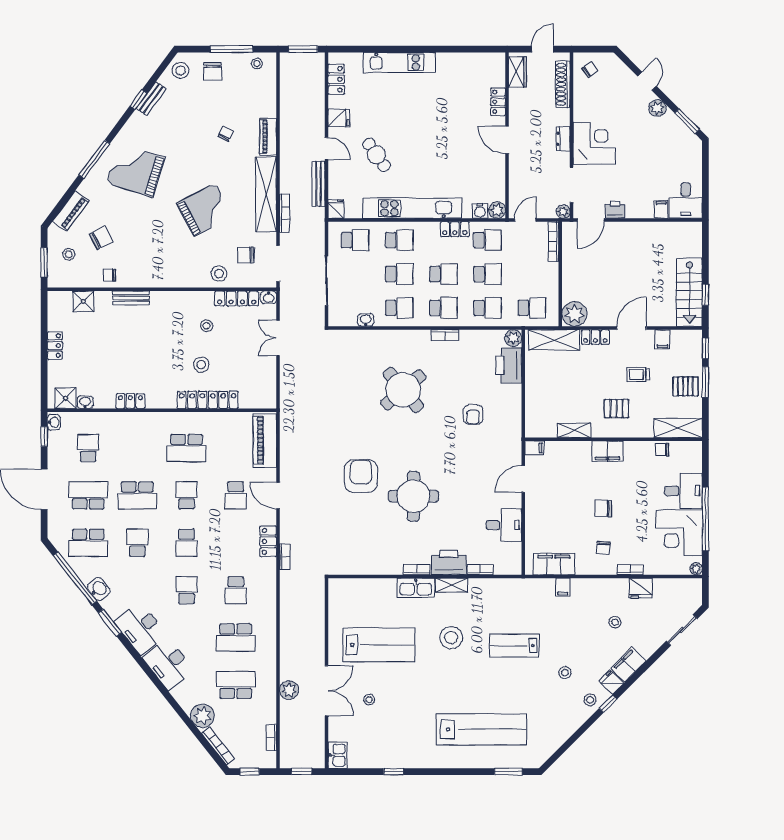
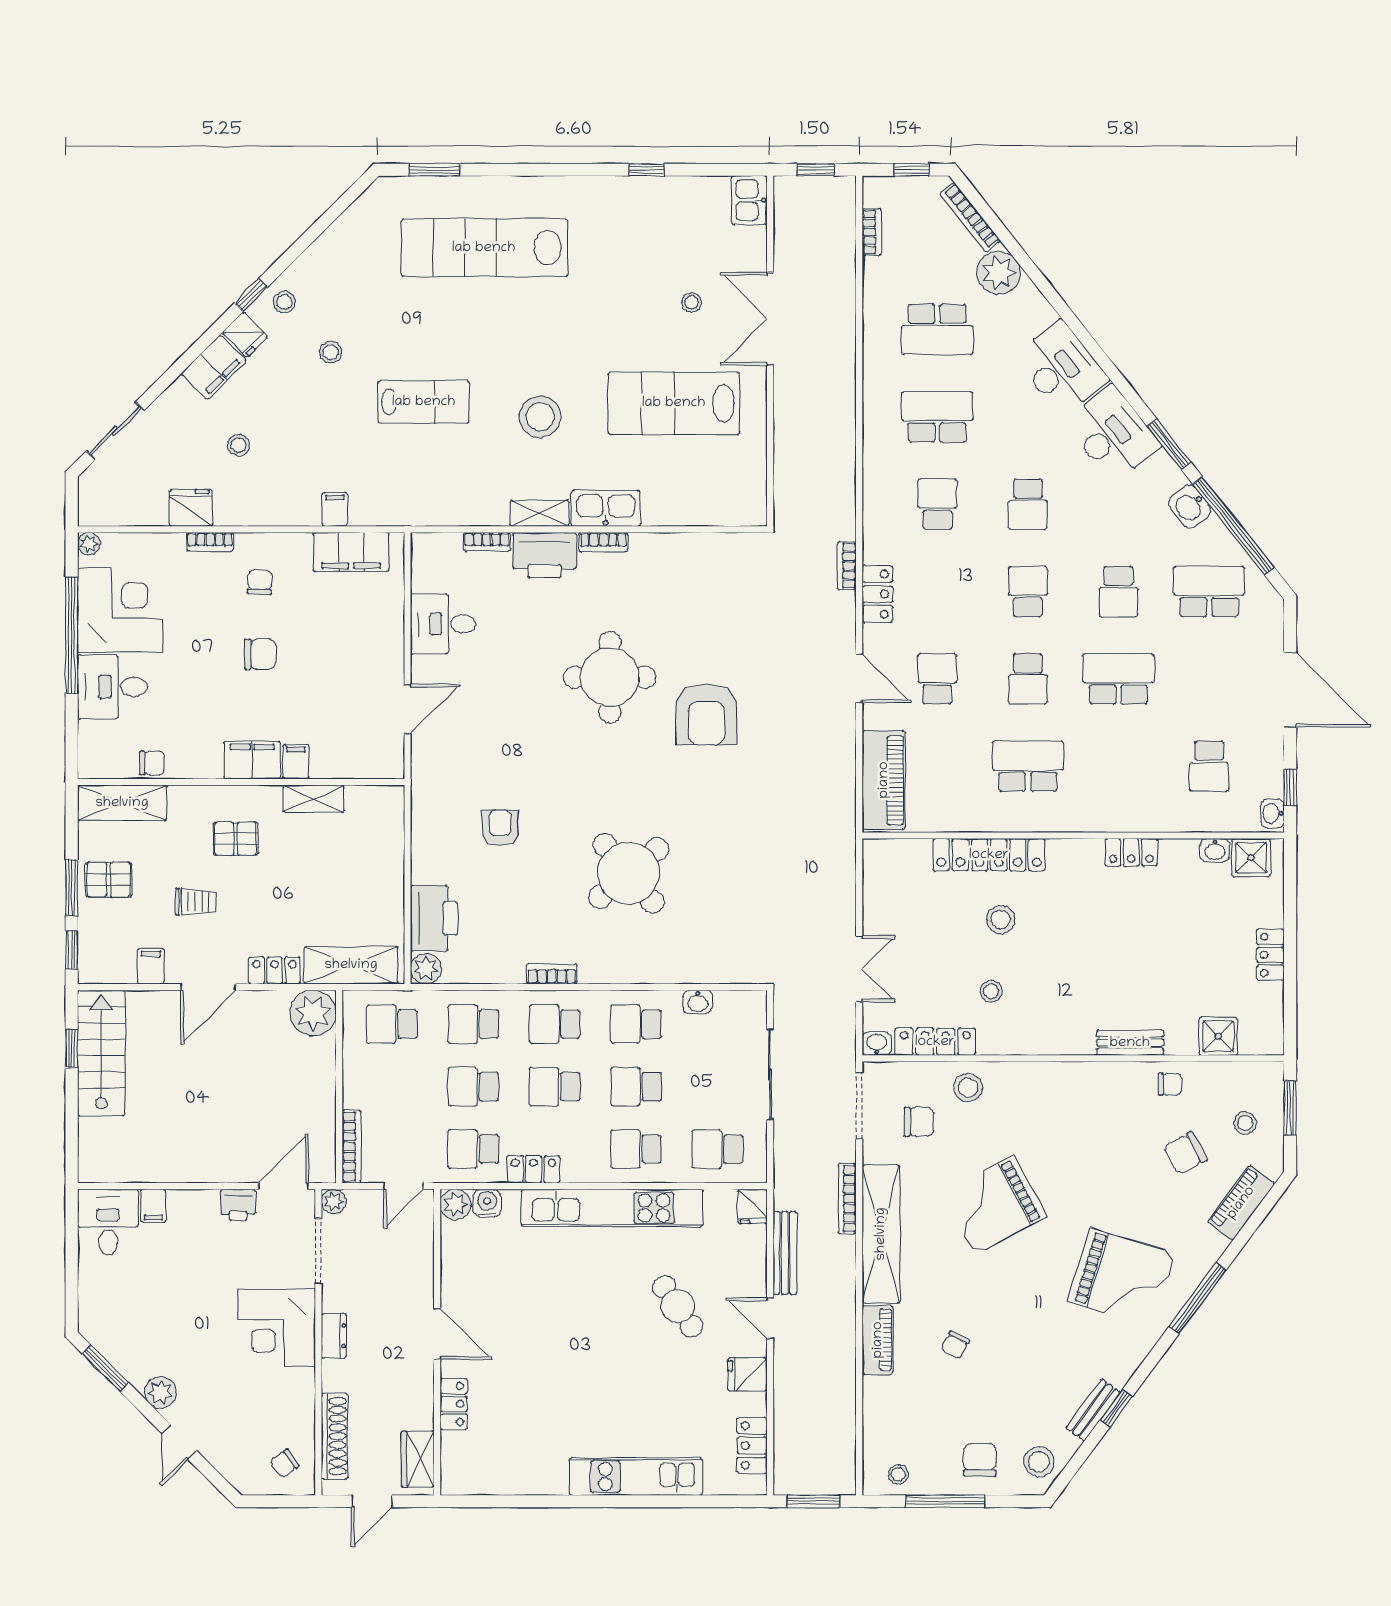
filing cabinet: (534, 448) -> (296, 762), moved, turned 90
school desk: (88, 495) -> (1209, 679), removed
plant: (289, 690) -> (839, 320), removed

